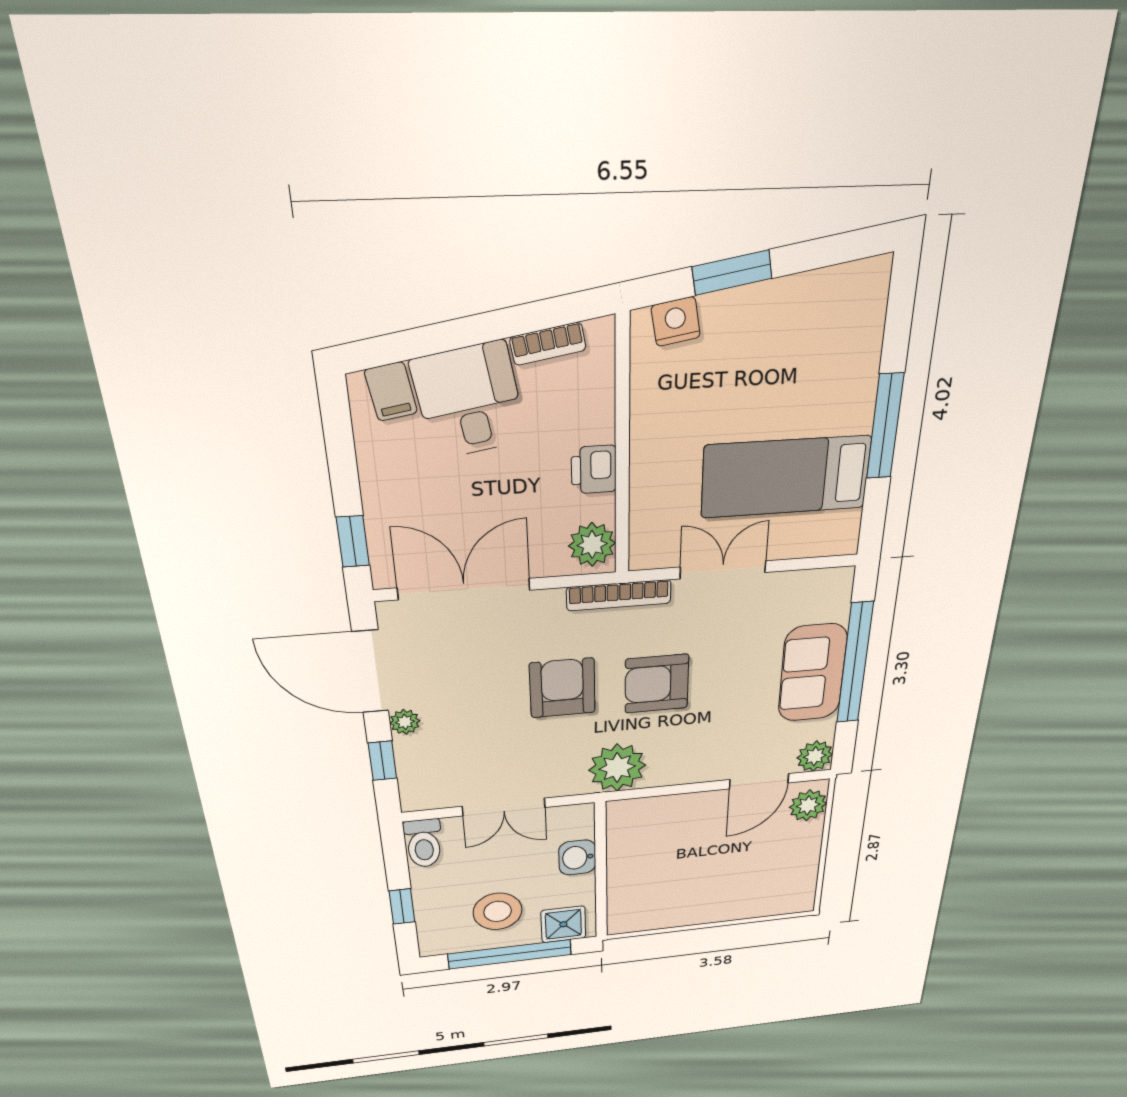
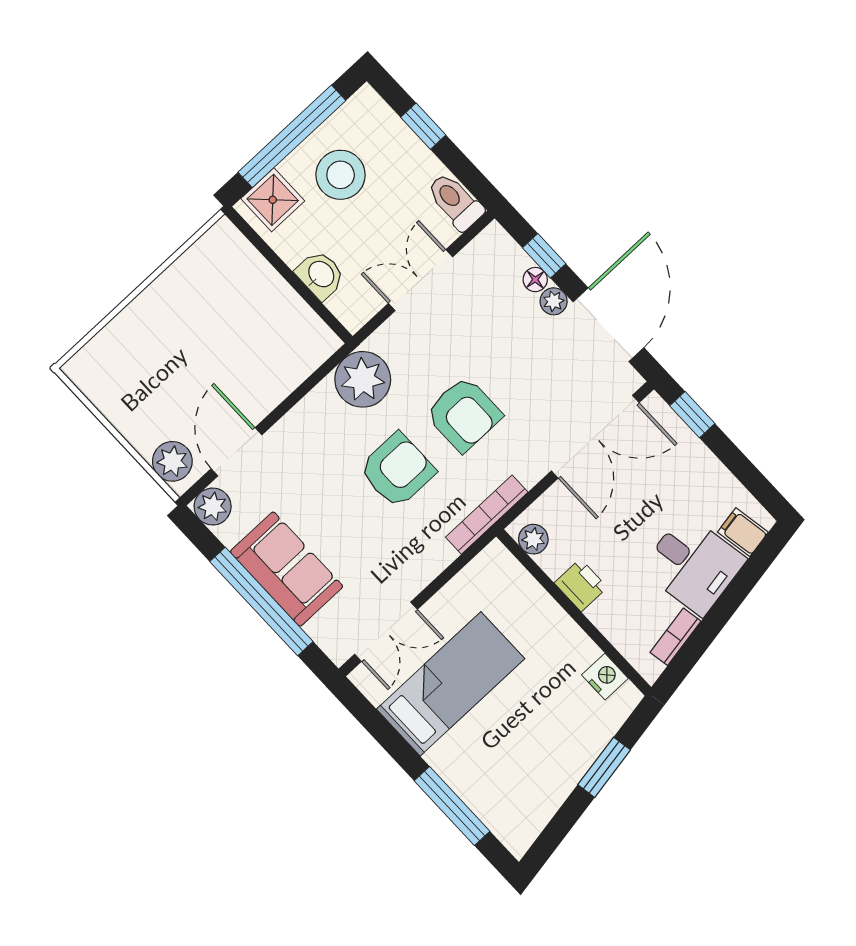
nightstand: (676, 322) -> (605, 677), moved, turned -80
window: (885, 426) -> (452, 806), moved
plant: (592, 544) -> (533, 539), width x0.73, depth x0.73
double door: (723, 570) -> (386, 632), moved
door: (370, 672) -> (609, 325), hinge flipped
floor lamp: (406, 748) -> (535, 280), added

